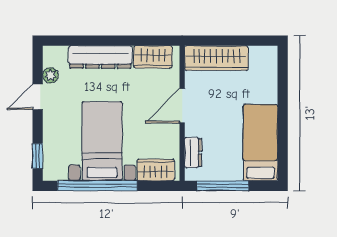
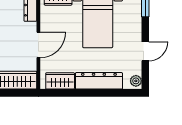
plant: (50, 75) -> (136, 81), moved

